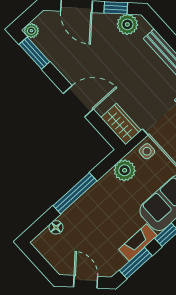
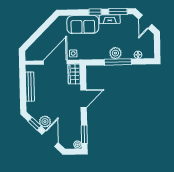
plant: (127, 24) -> (45, 122), moved
door: (78, 101) -> (84, 99), swing flipped
plant: (125, 170) -> (115, 53), moved

